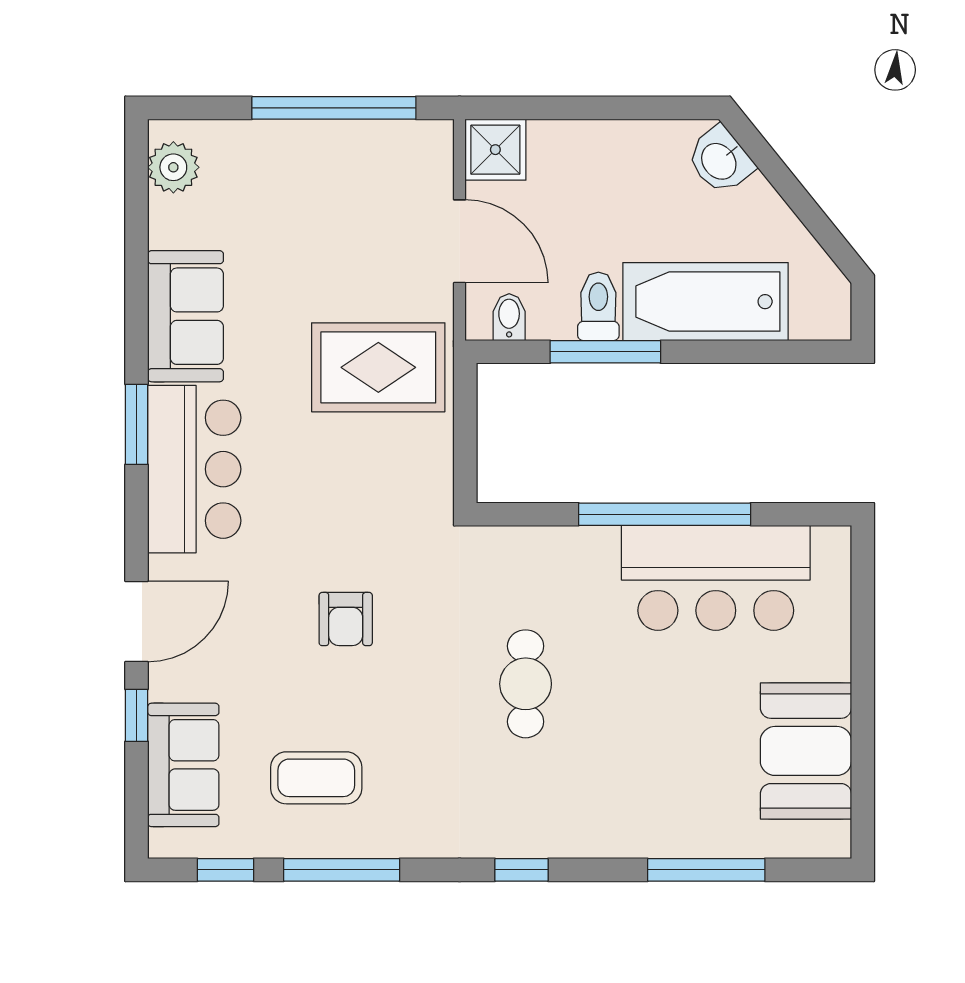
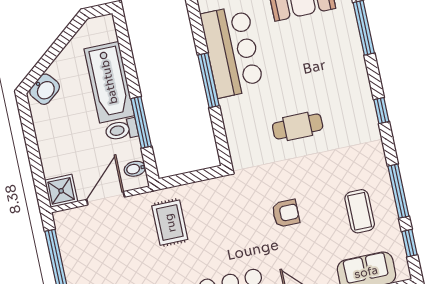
rug: (378, 367) -> (170, 223), width x0.73, depth x0.70
window: (665, 514) -> (208, 80), width x0.68

